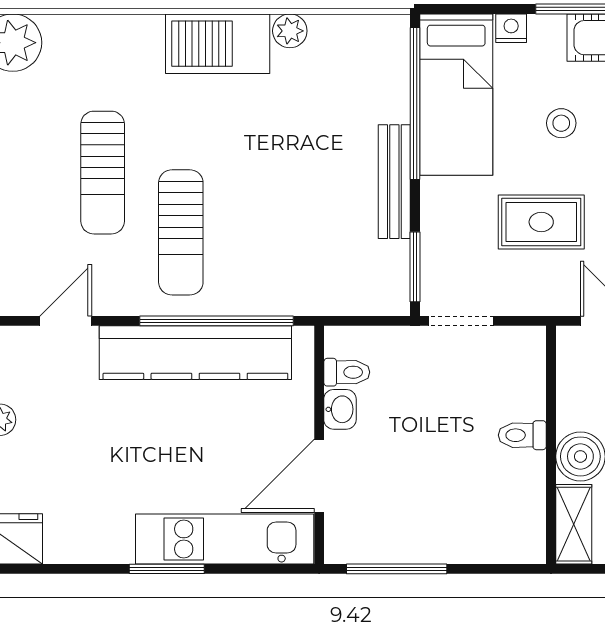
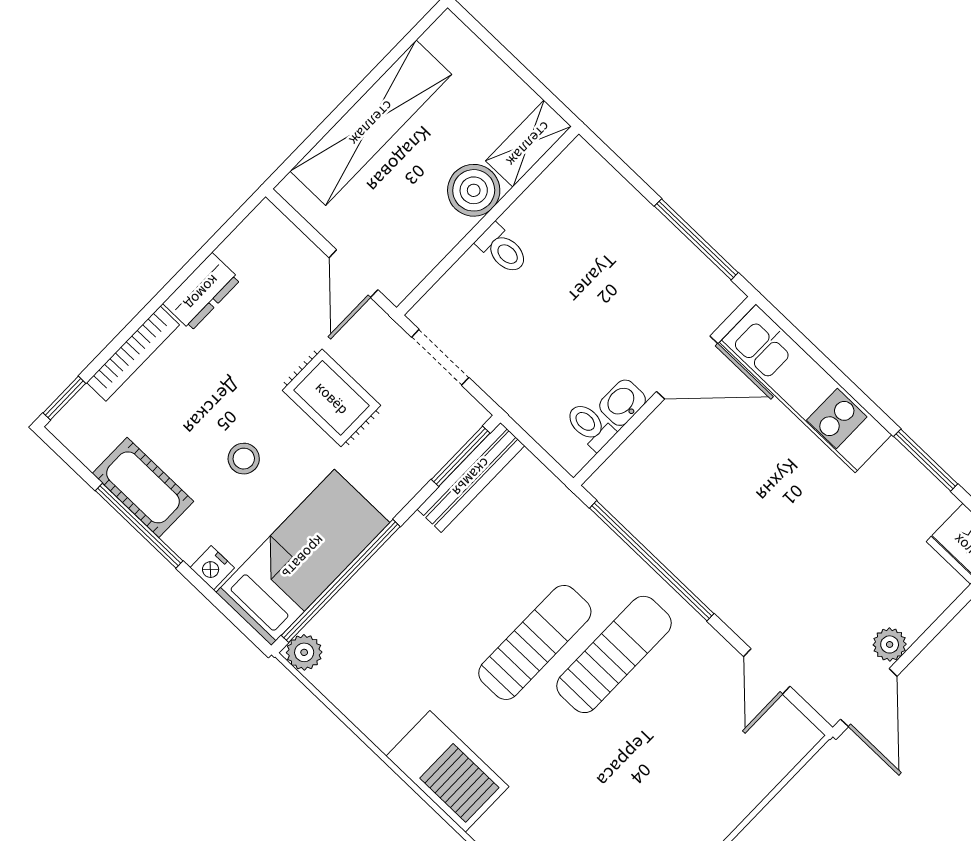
plant: (290, 31) -> (304, 652), moved
sun lounger: (103, 173) -> (535, 642), moved
bench: (394, 182) -> (471, 477), moved
door: (66, 321) -> (767, 671), hinge flipped
doorway: (461, 321) -> (440, 357), moved
kitchen counter: (195, 353) -> (691, 552), removed
window: (167, 569) -> (926, 460), moved

